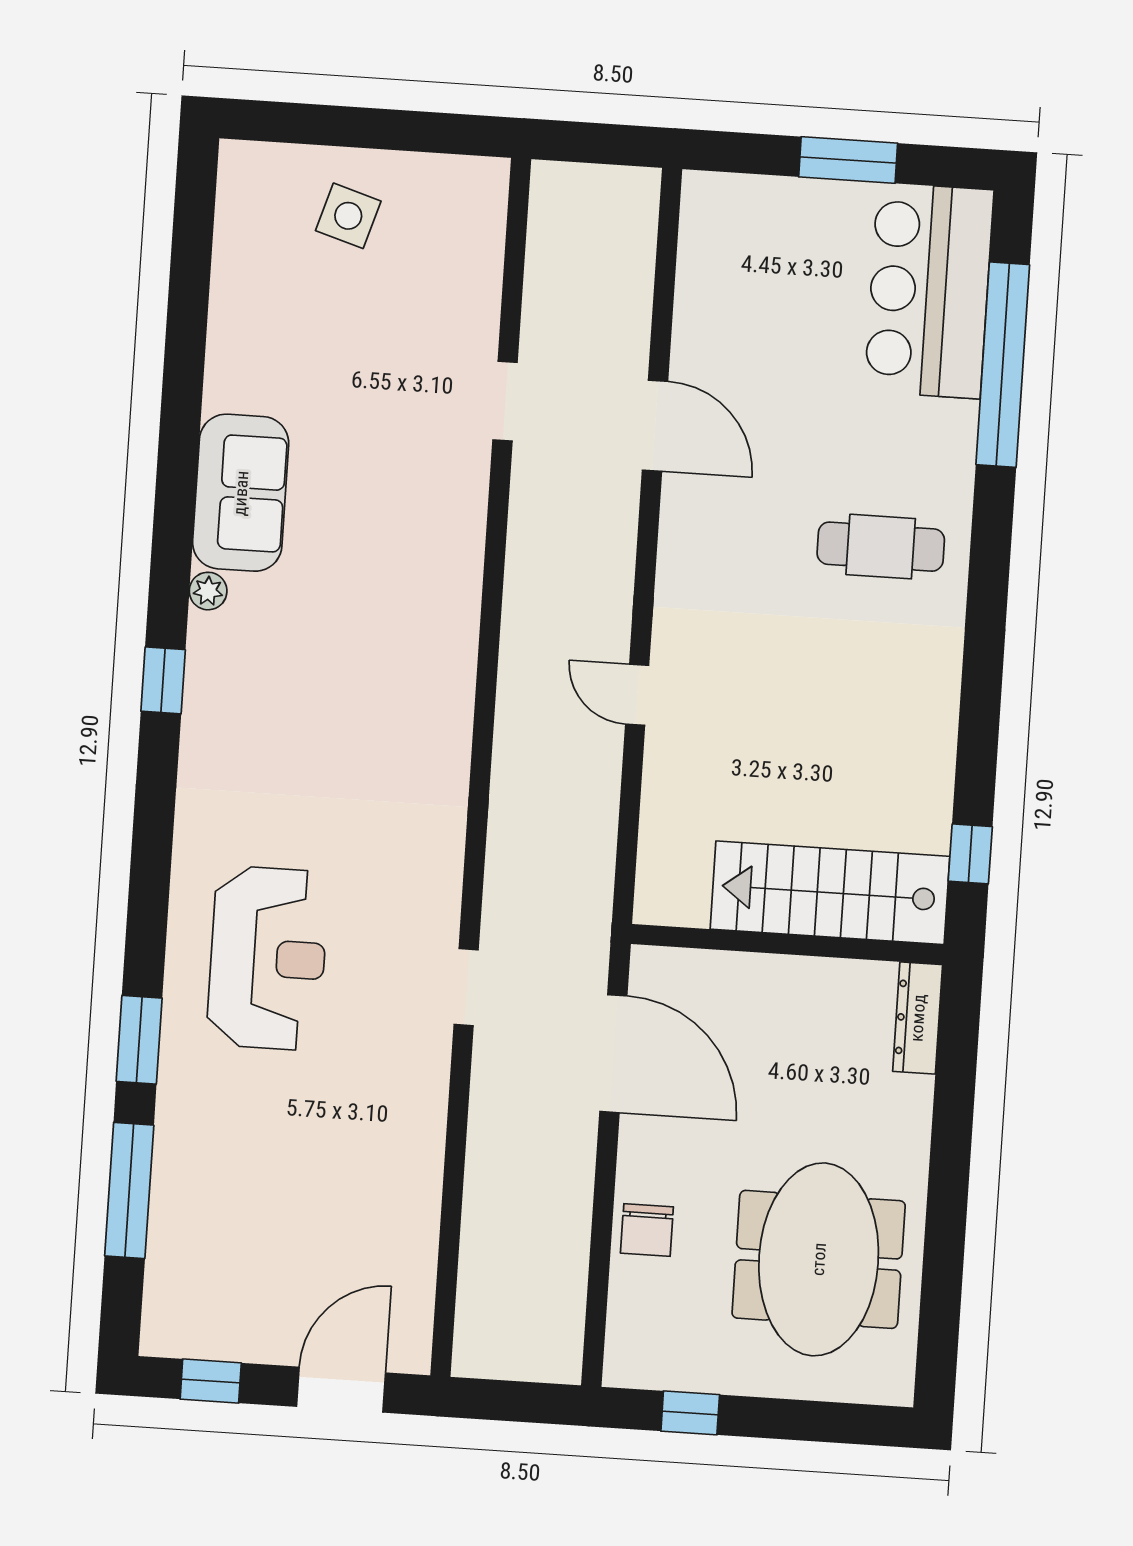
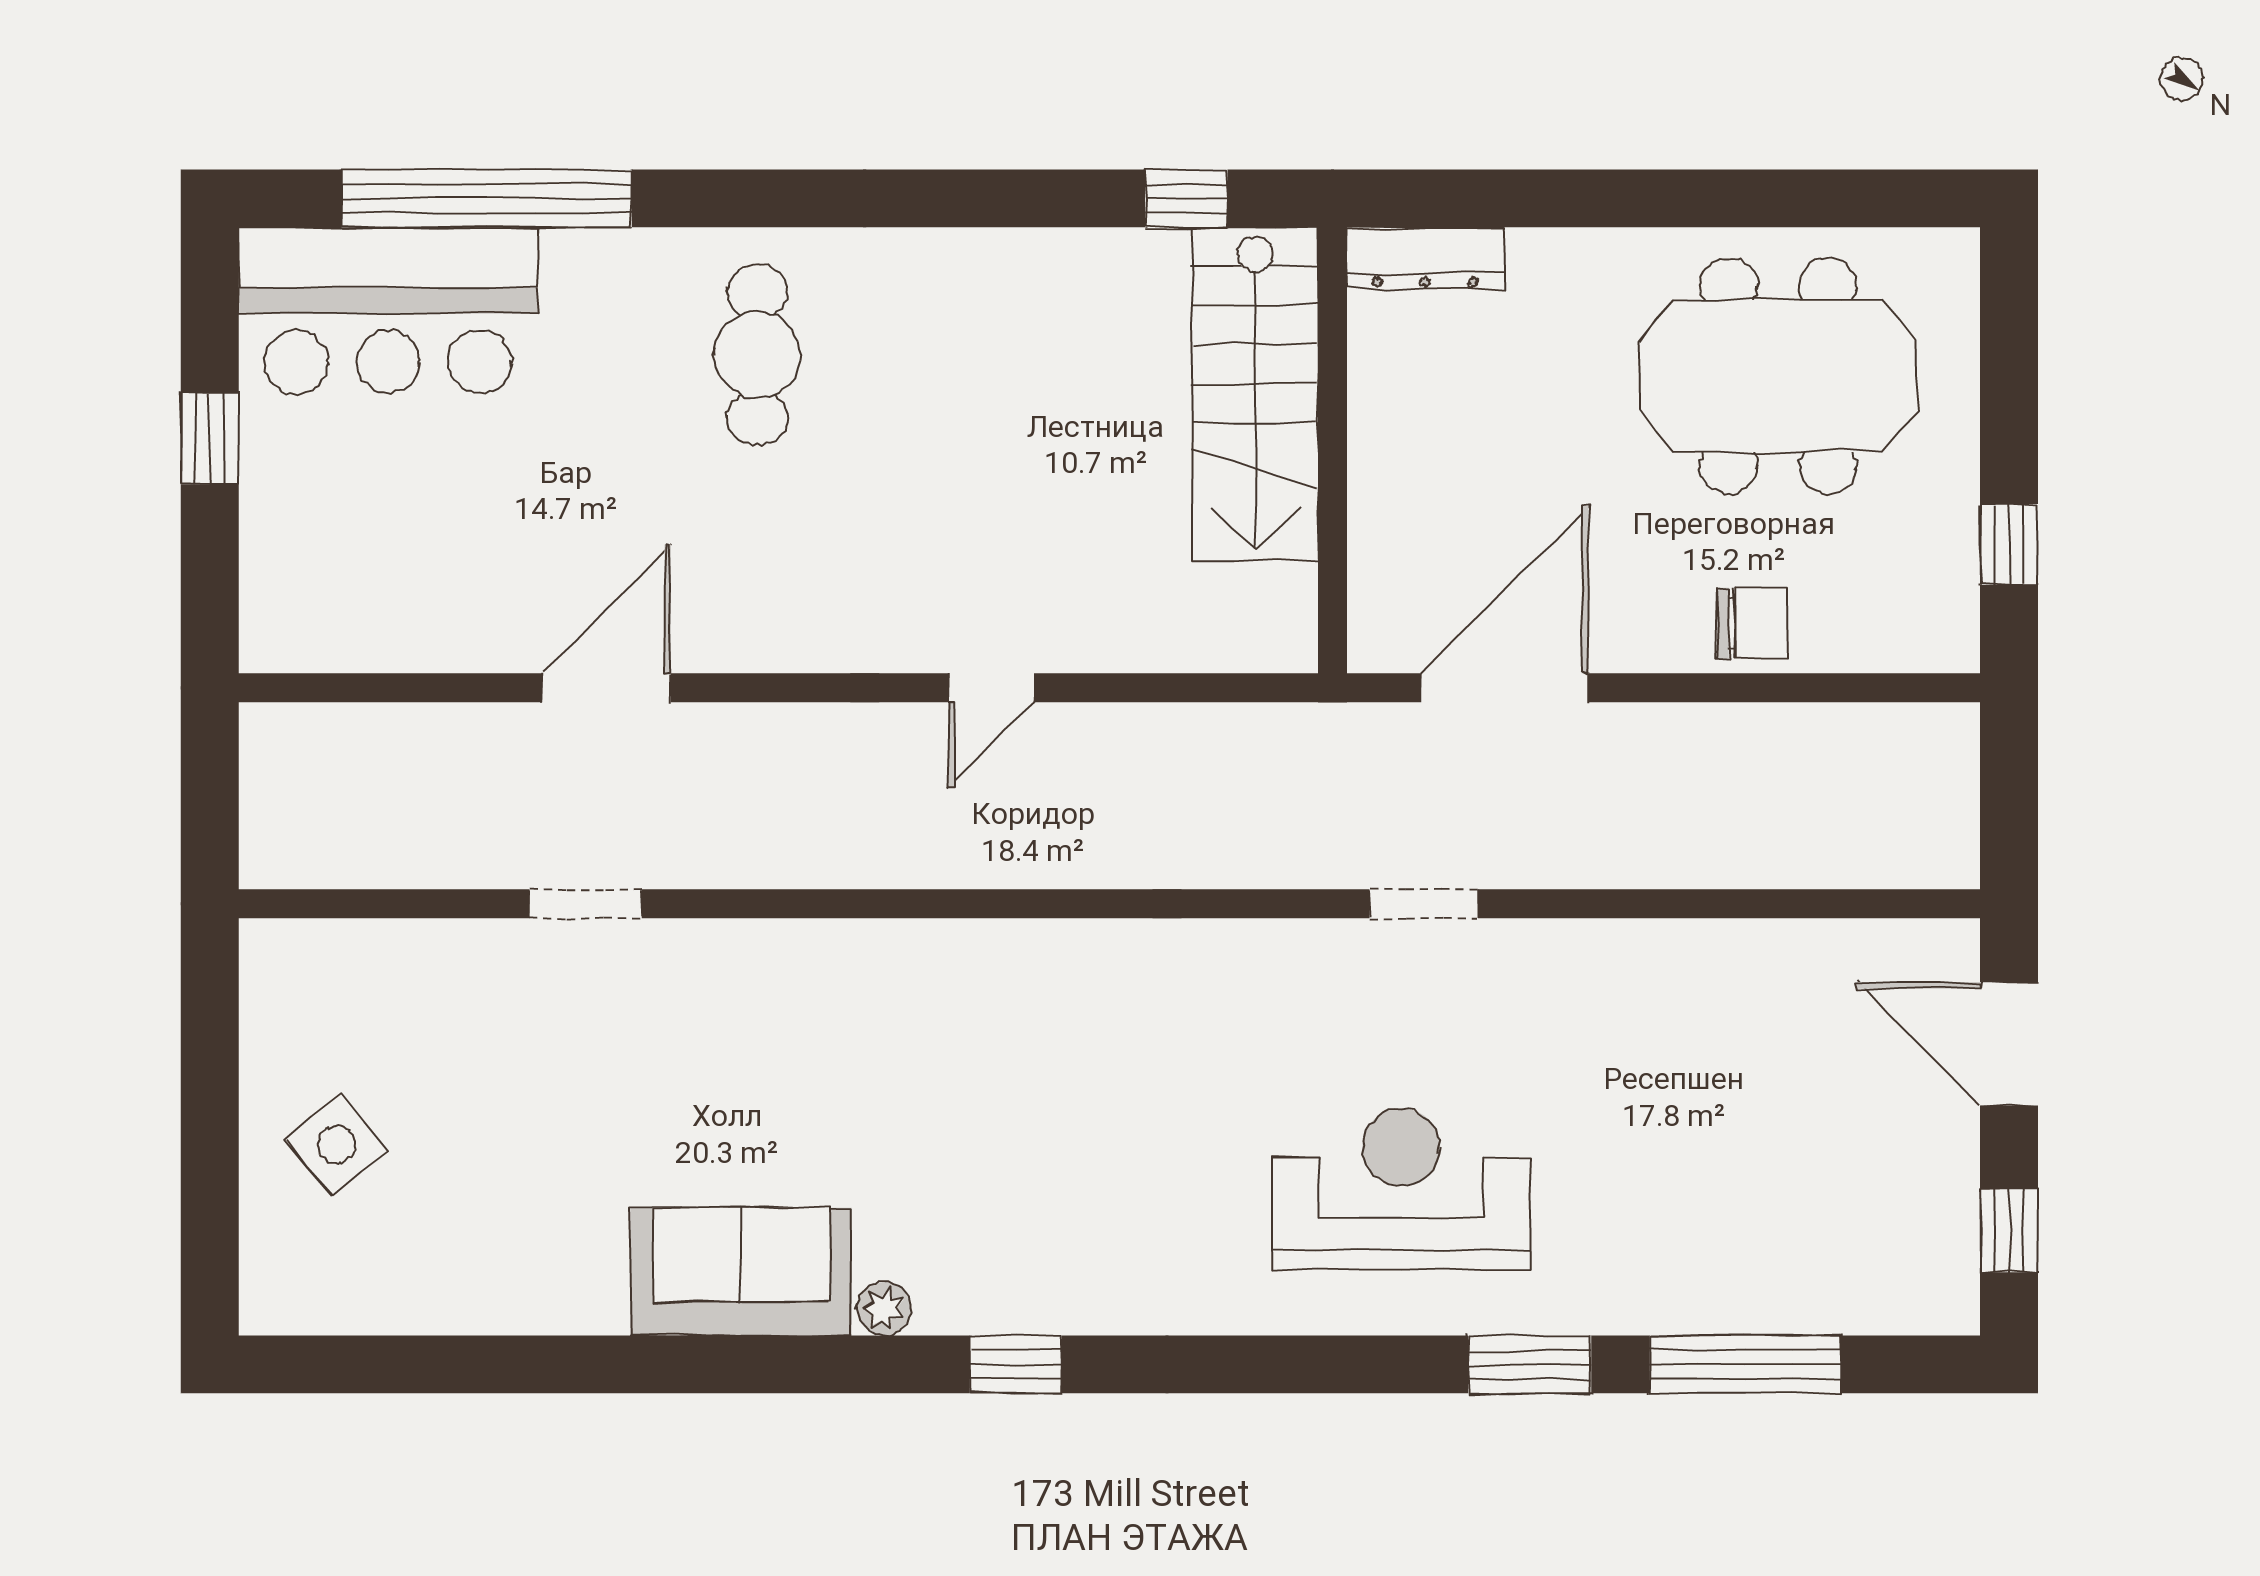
window: (848, 160) -> (210, 438), width x0.67
side table: (348, 216) -> (337, 1145), turned 33

